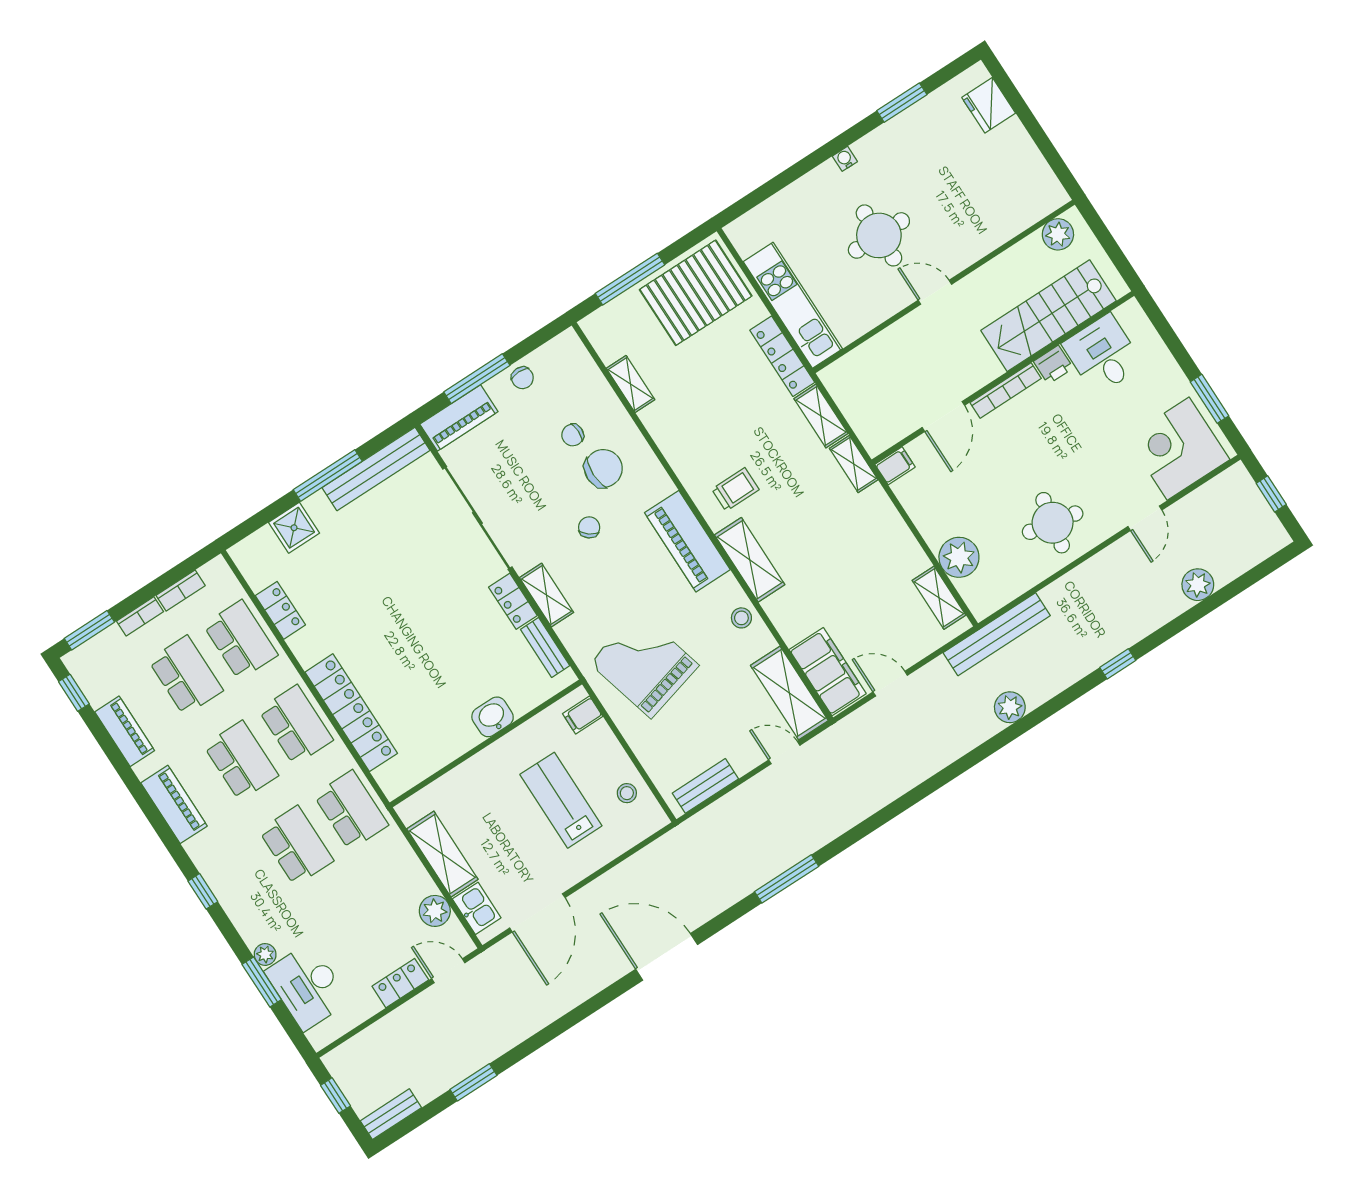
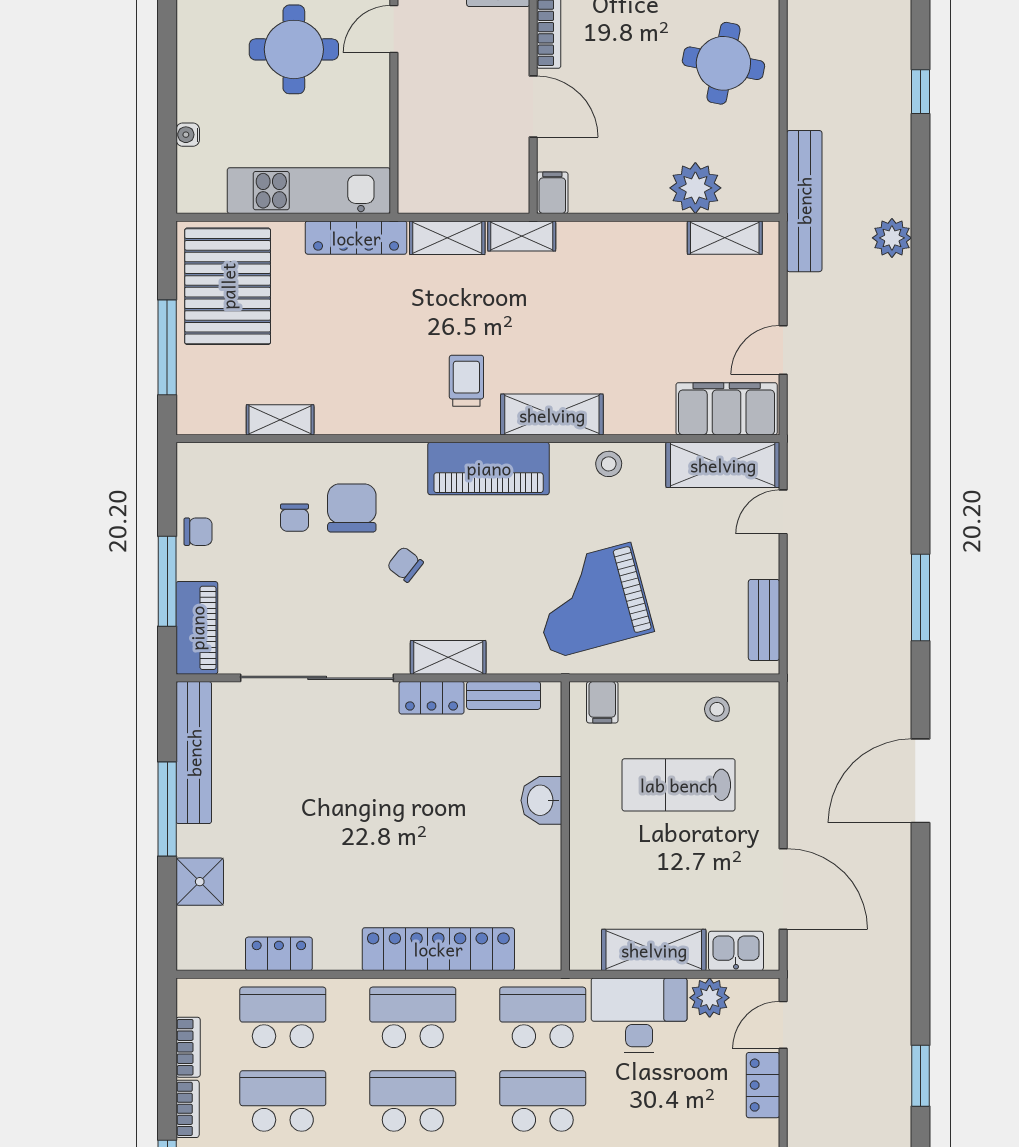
water cooler: (845, 159) -> (188, 135), moved
desk: (393, 872) -> (639, 1015), added

